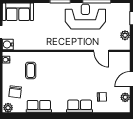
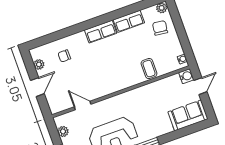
coffee table: (31, 71) -> (149, 69), moved
row of seats: (80, 106) -> (101, 32), moved

